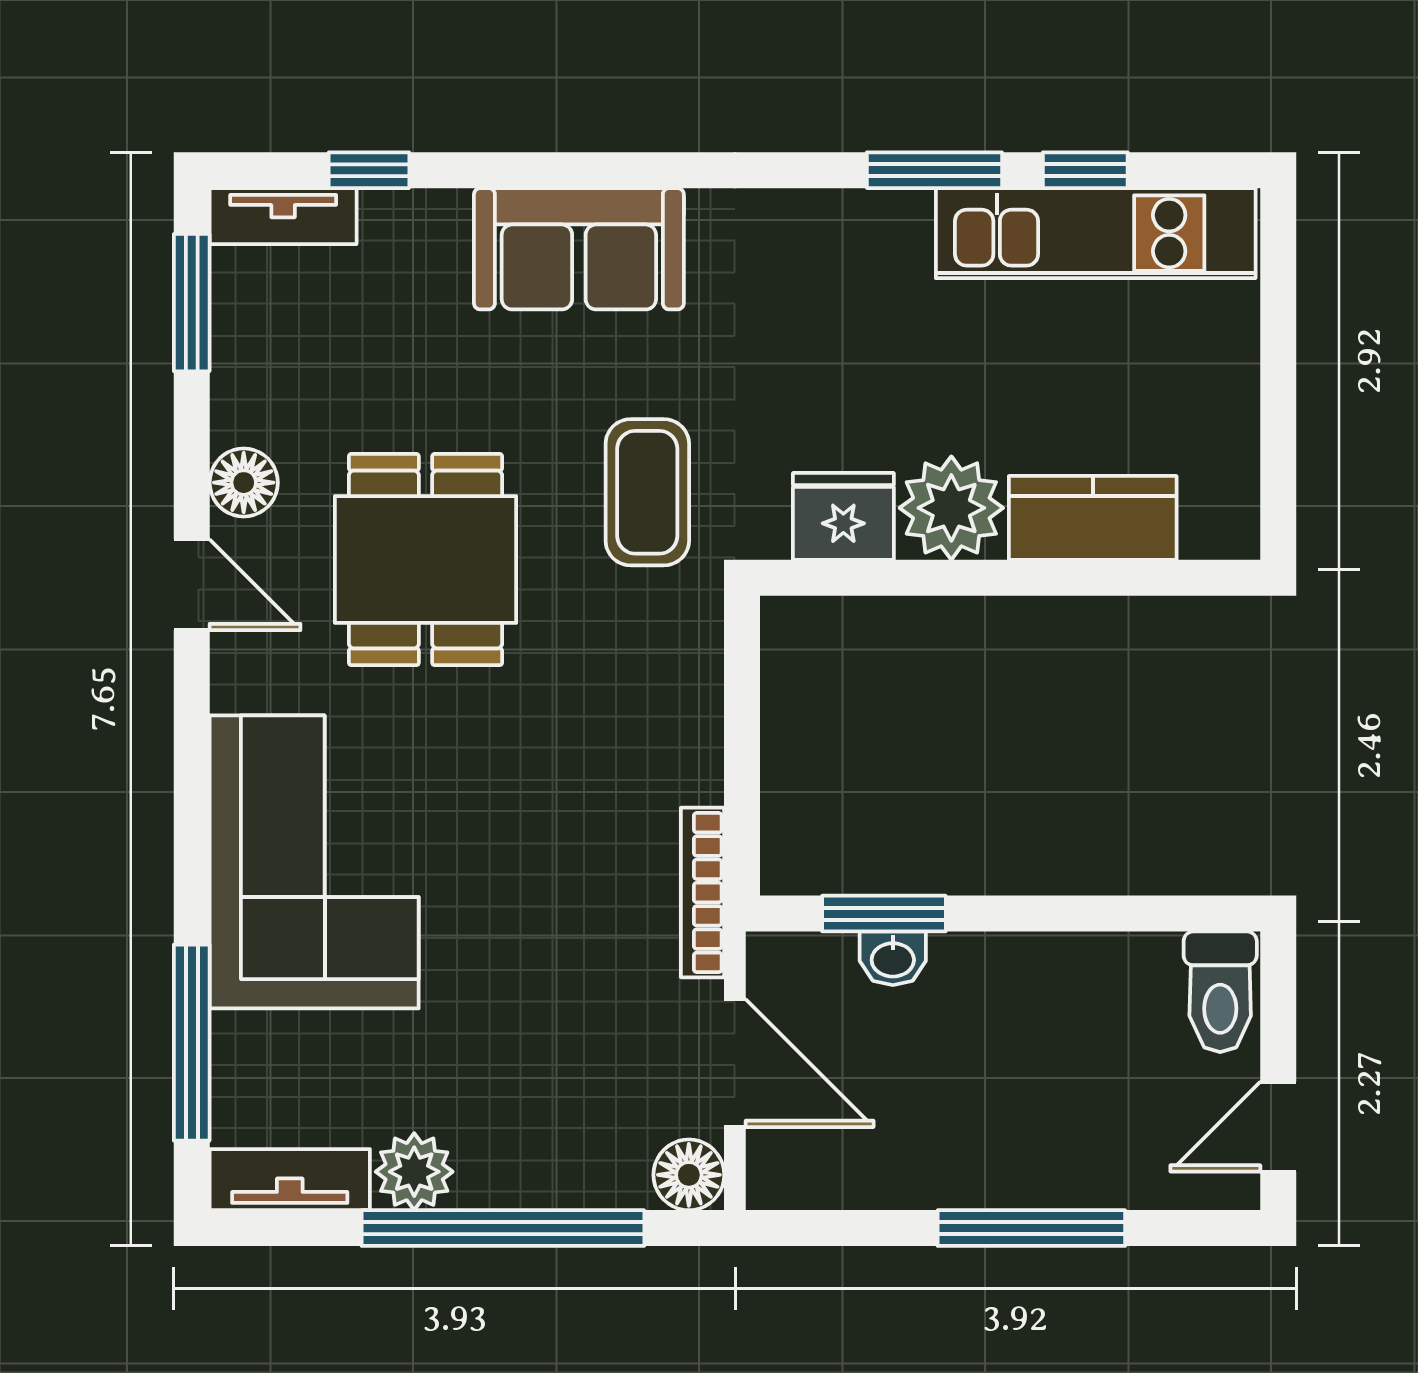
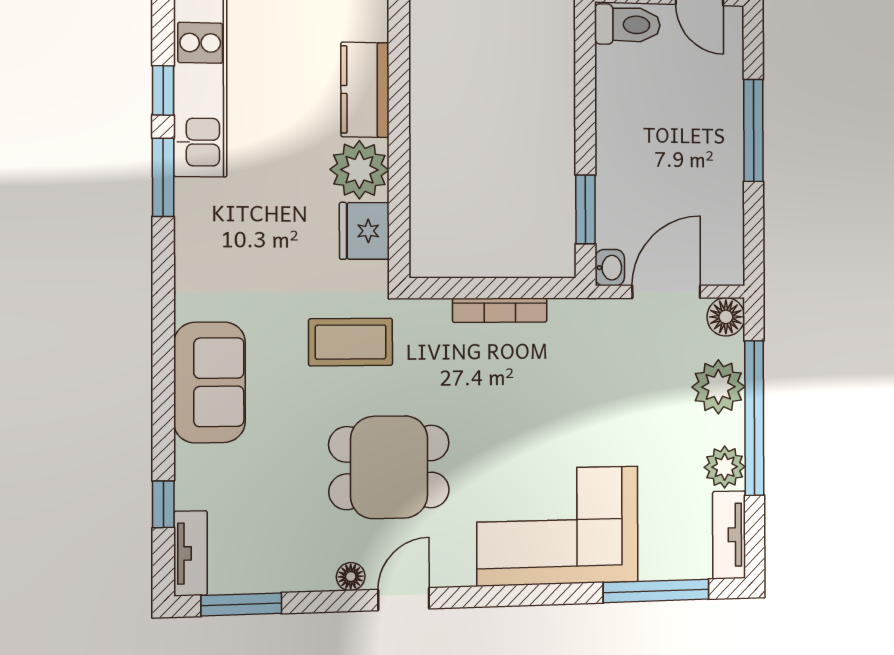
floor lamp: (244, 483) -> (351, 577), width x0.73, depth x0.73
bookcase: (703, 893) -> (500, 310), moved
washbasin: (893, 958) -> (610, 268), moved
plant: (561, 1160) -> (718, 387), added

